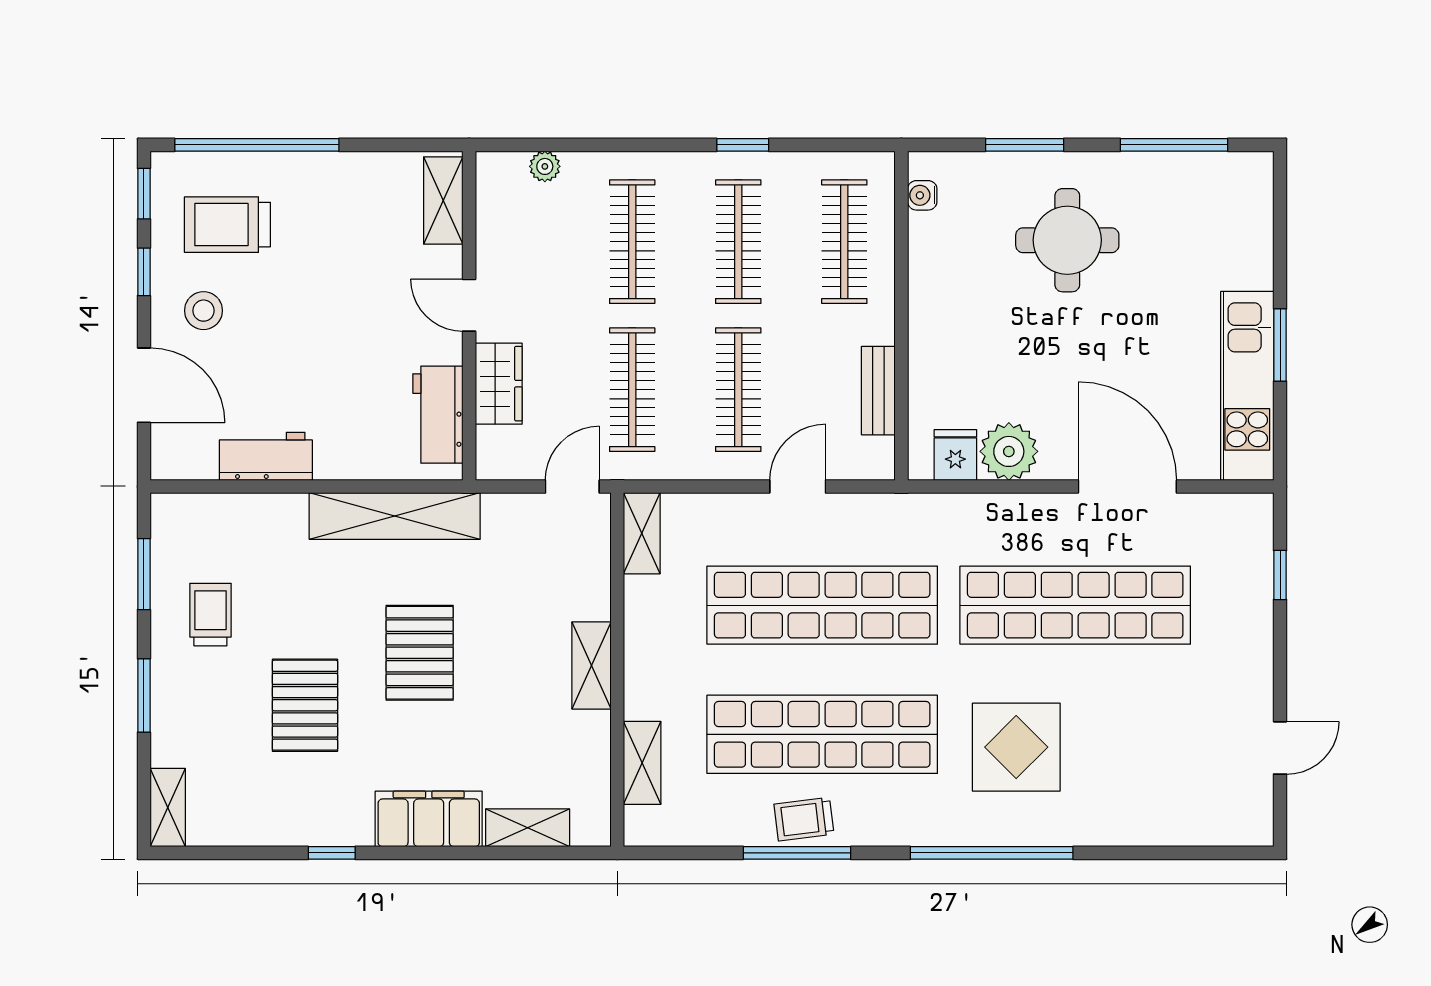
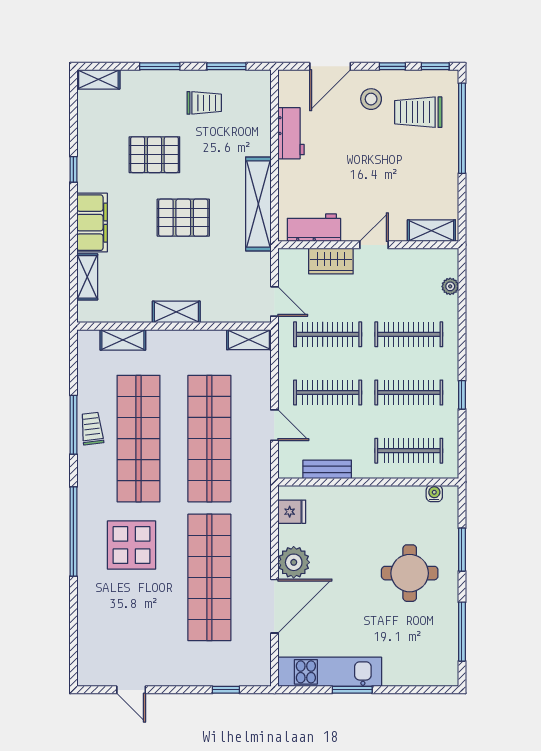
trolley: (227, 225) -> (418, 112), turned -90
plant: (1009, 451) -> (294, 562), moved

